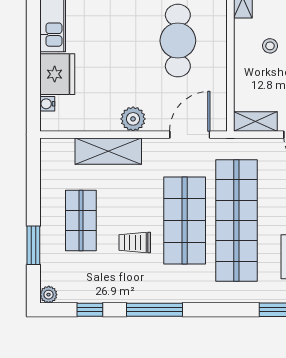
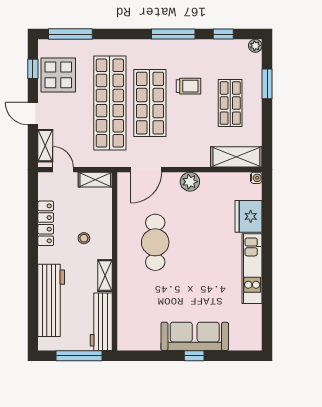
water cooler: (47, 104) -> (256, 178), moved
shelving: (108, 151) -> (236, 157), moved

